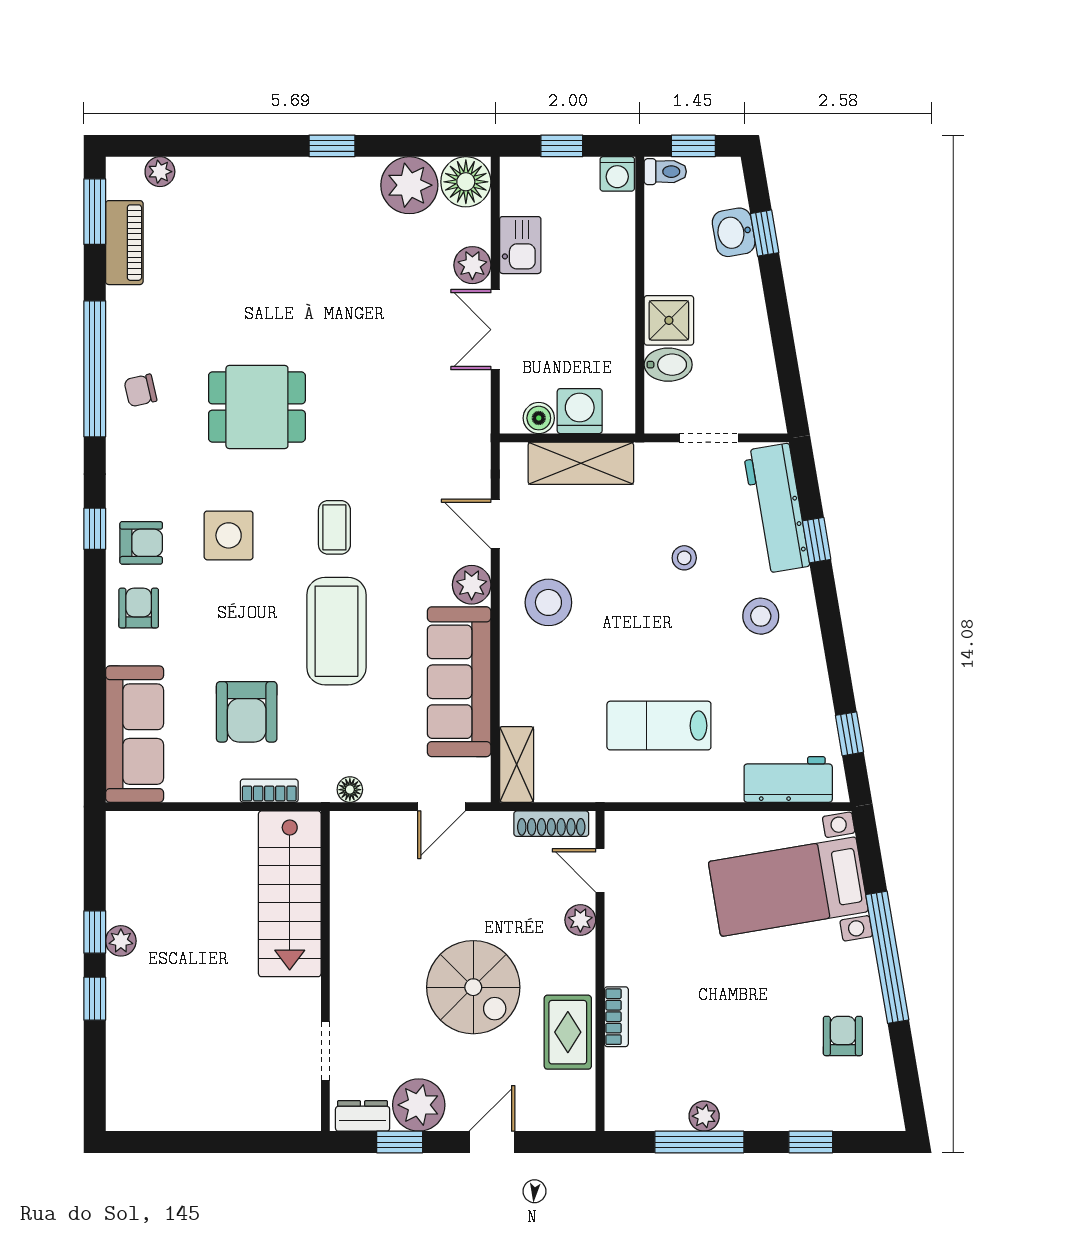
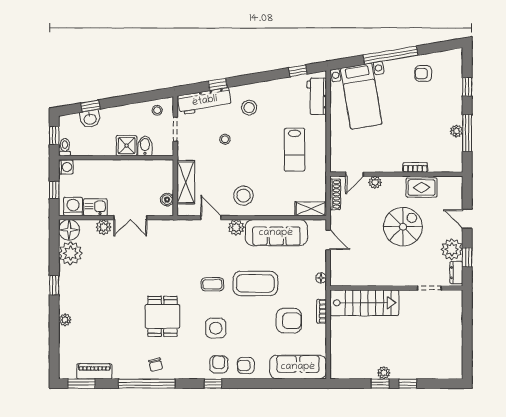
plant: (160, 172) -> (65, 320), moved
stool: (754, 394) -> (157, 110), added
washing machine: (580, 411) -> (73, 207), moved, turned 90
door: (495, 524) -> (211, 218), swing flipped

